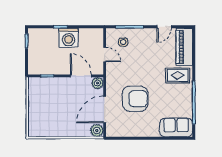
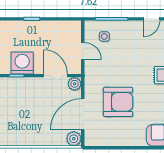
washing machine: (69, 38) -> (22, 63), moved, turned 180

